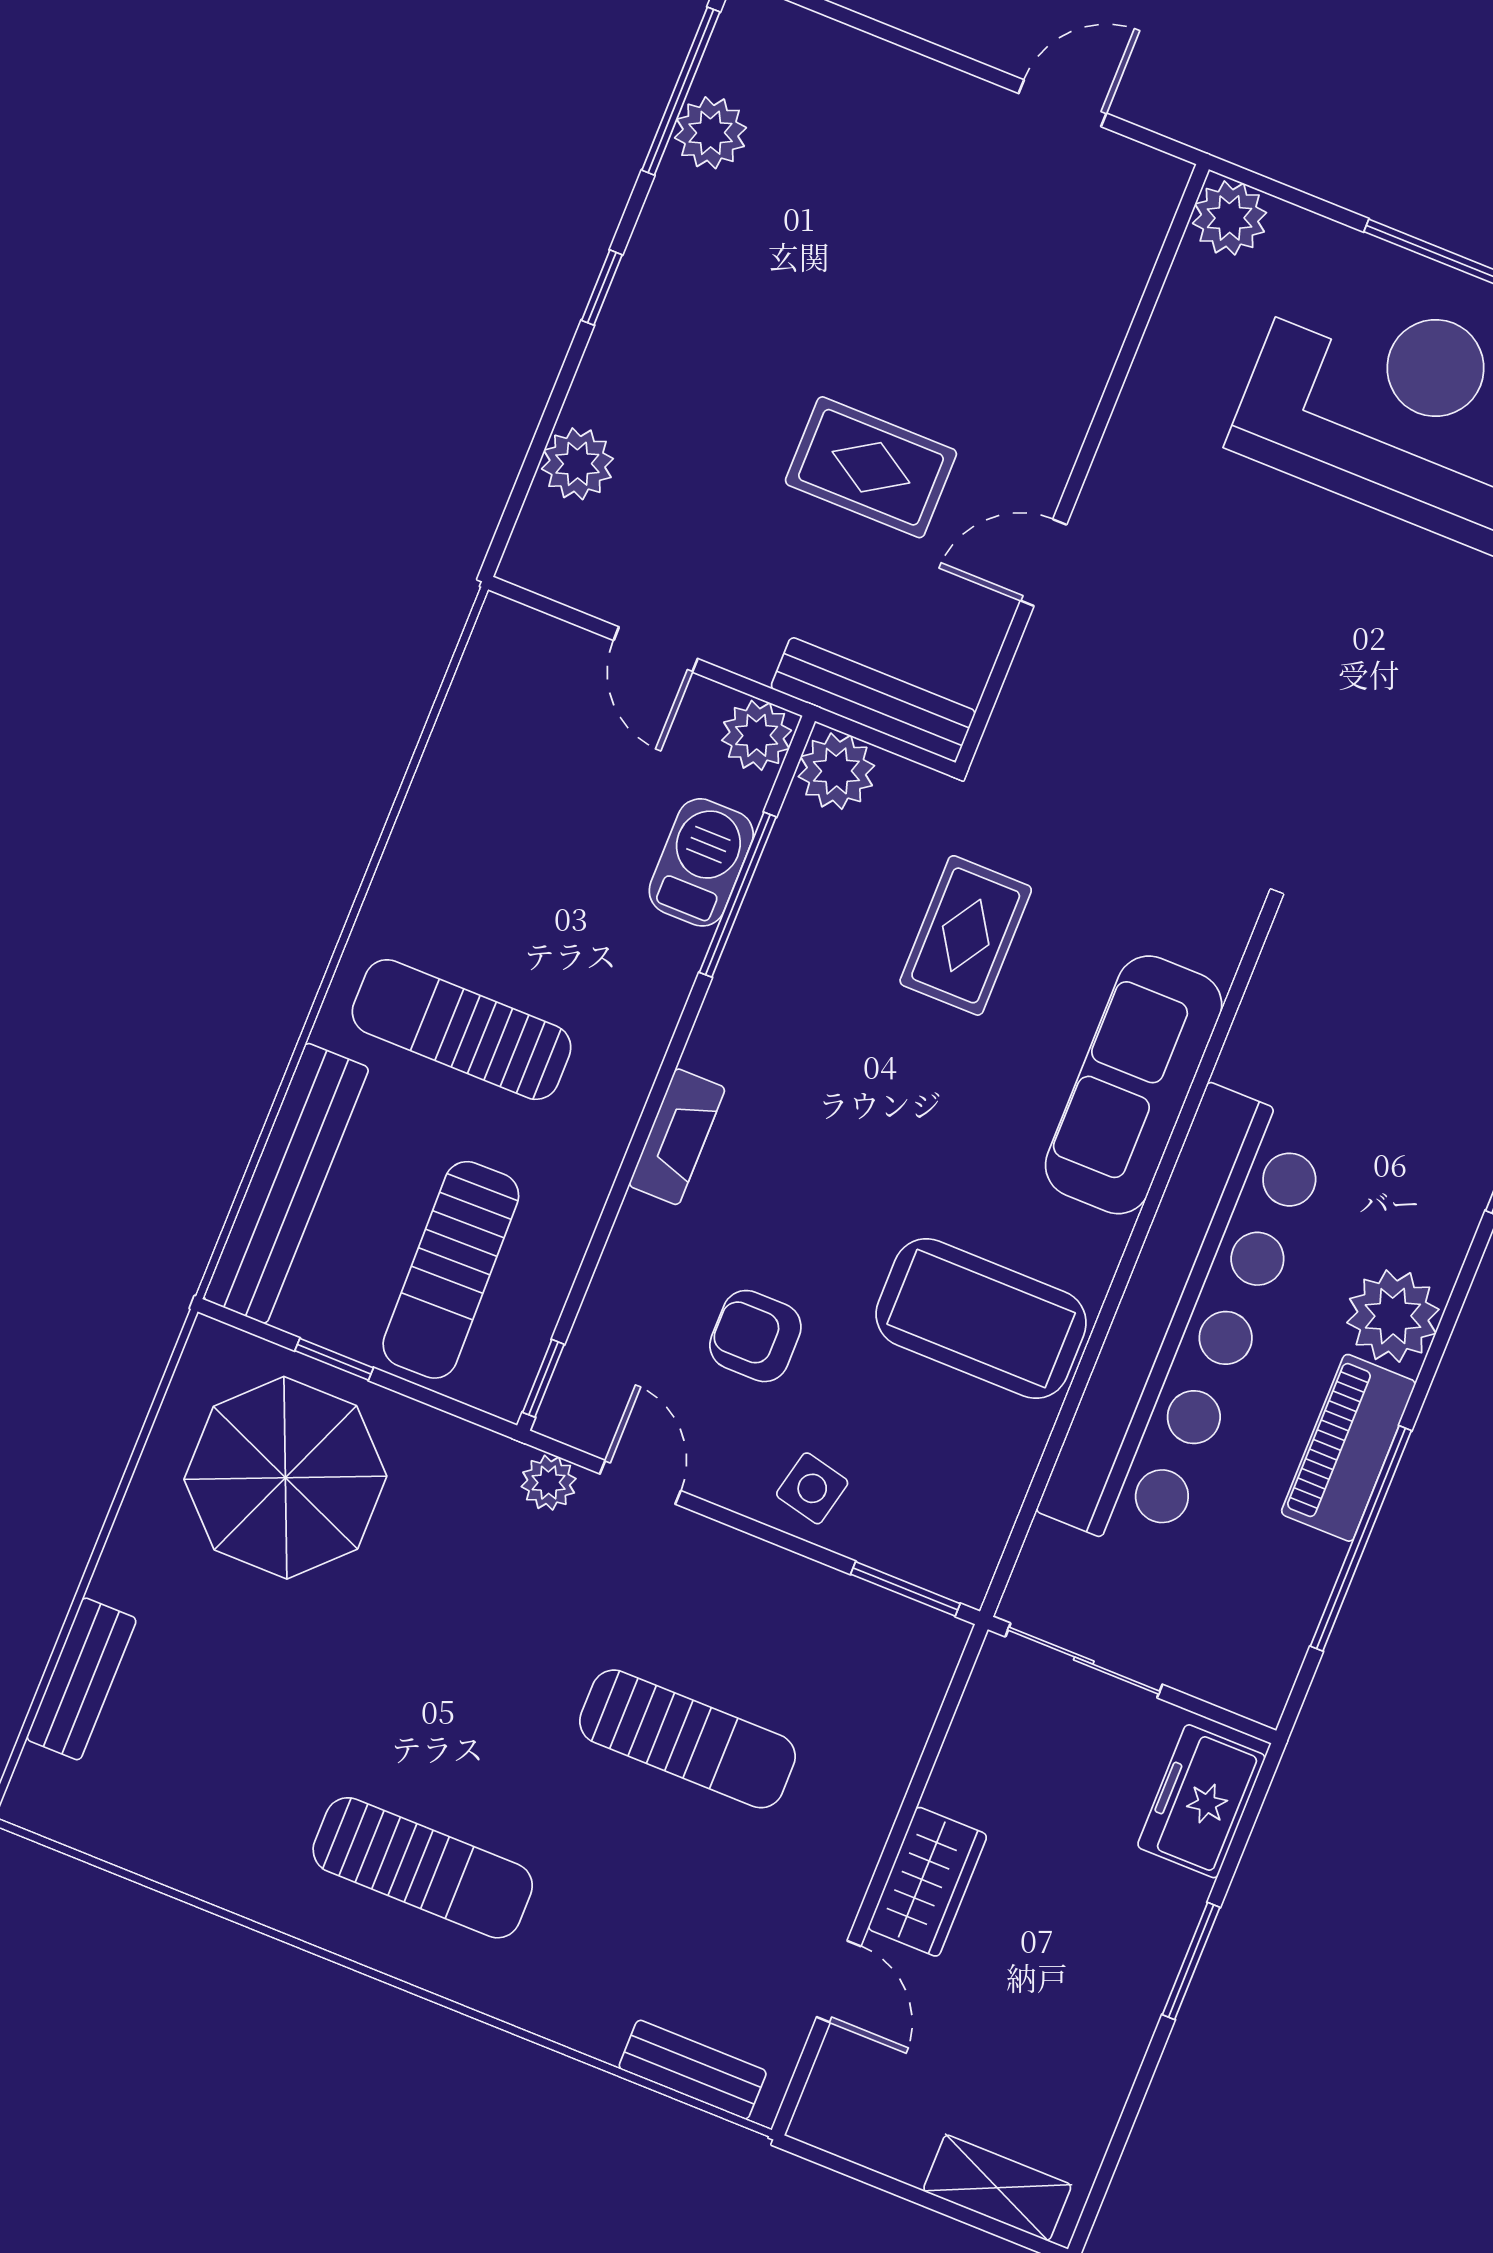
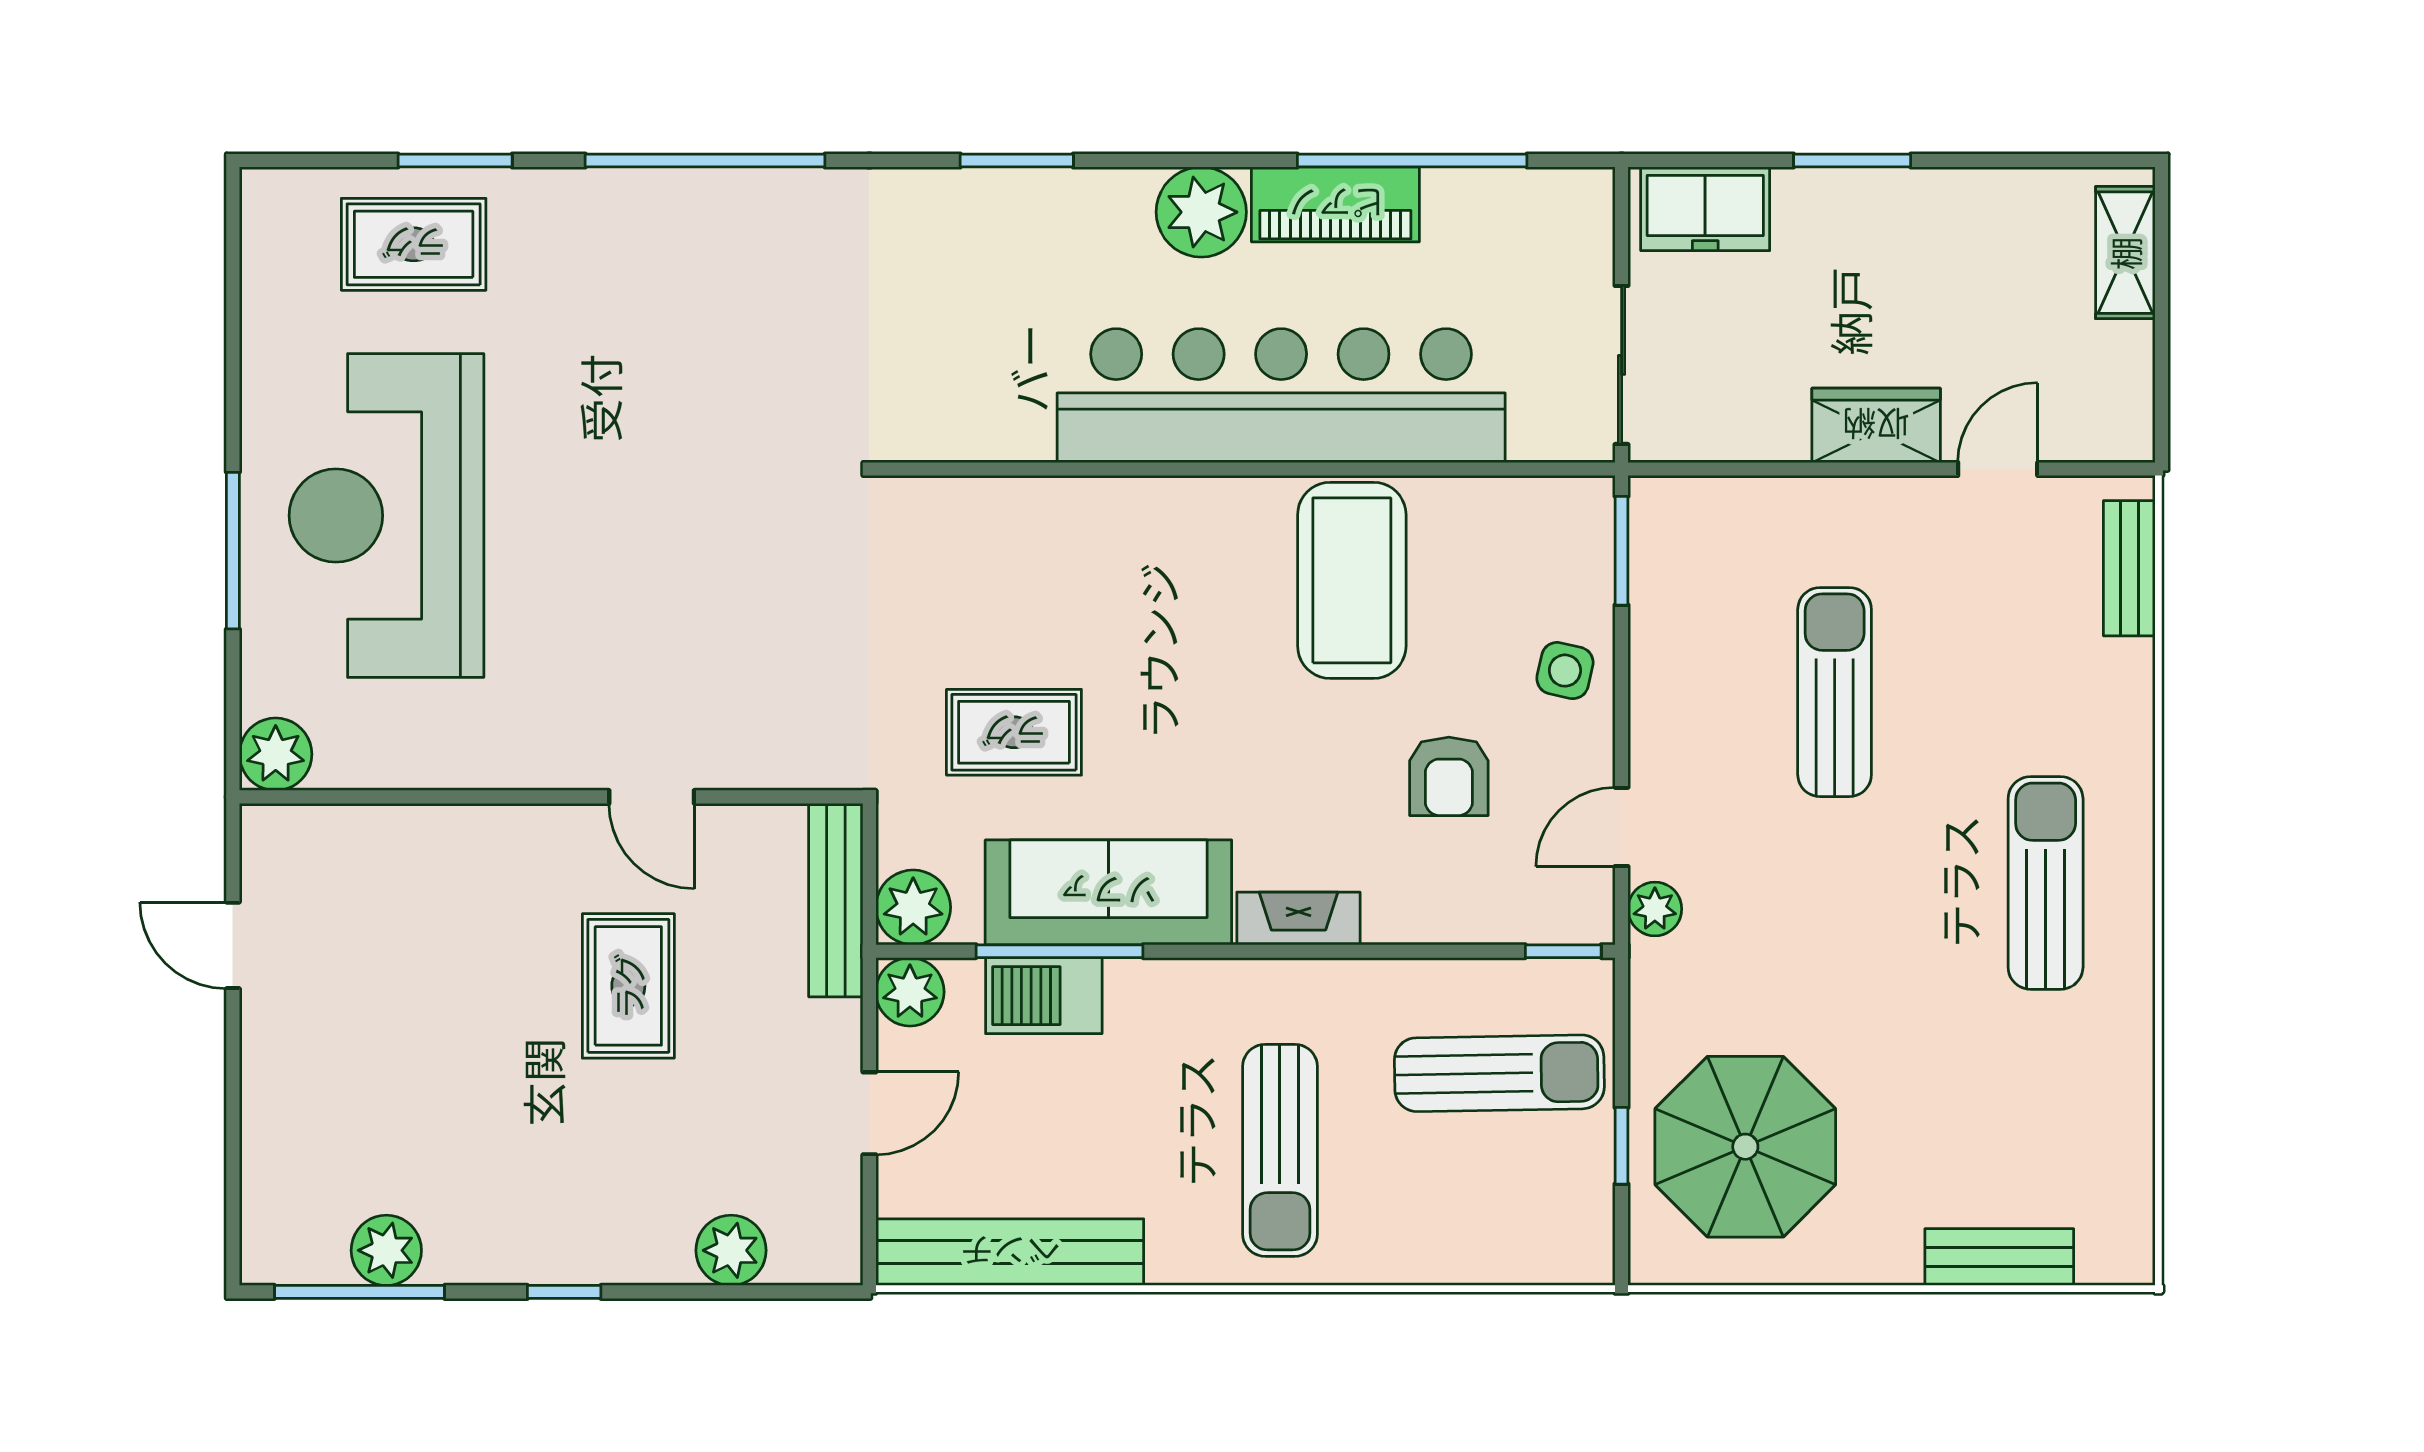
sofa: (1134, 1085) -> (1108, 892), moved, turned 180
bench: (286, 1183) -> (1010, 1252), moved

